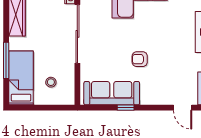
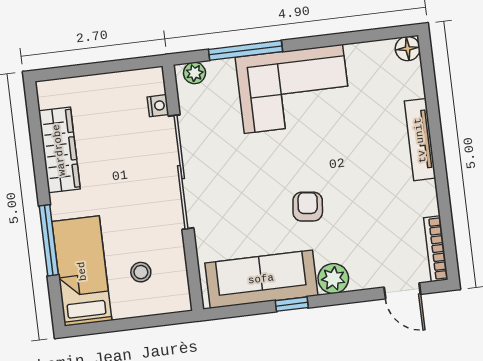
armchair: (140, 59) -> (308, 207), turned 96
plant: (148, 97) -> (333, 279), added

